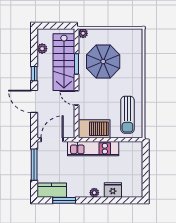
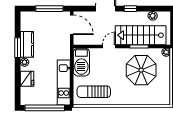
kitchen unit: (93, 149) -> (64, 83), moved
window: (146, 170) -> (45, 108), added
kitchen counter: (52, 190) -> (27, 44), moved
window: (64, 200) -> (18, 48), moved

